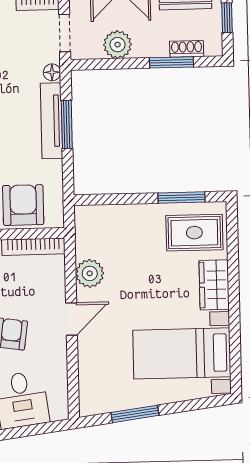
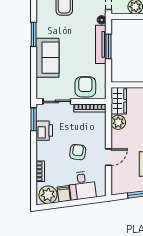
wardrobe: (90, 231) -> (119, 101), added
door: (72, 319) -> (108, 157), moved

